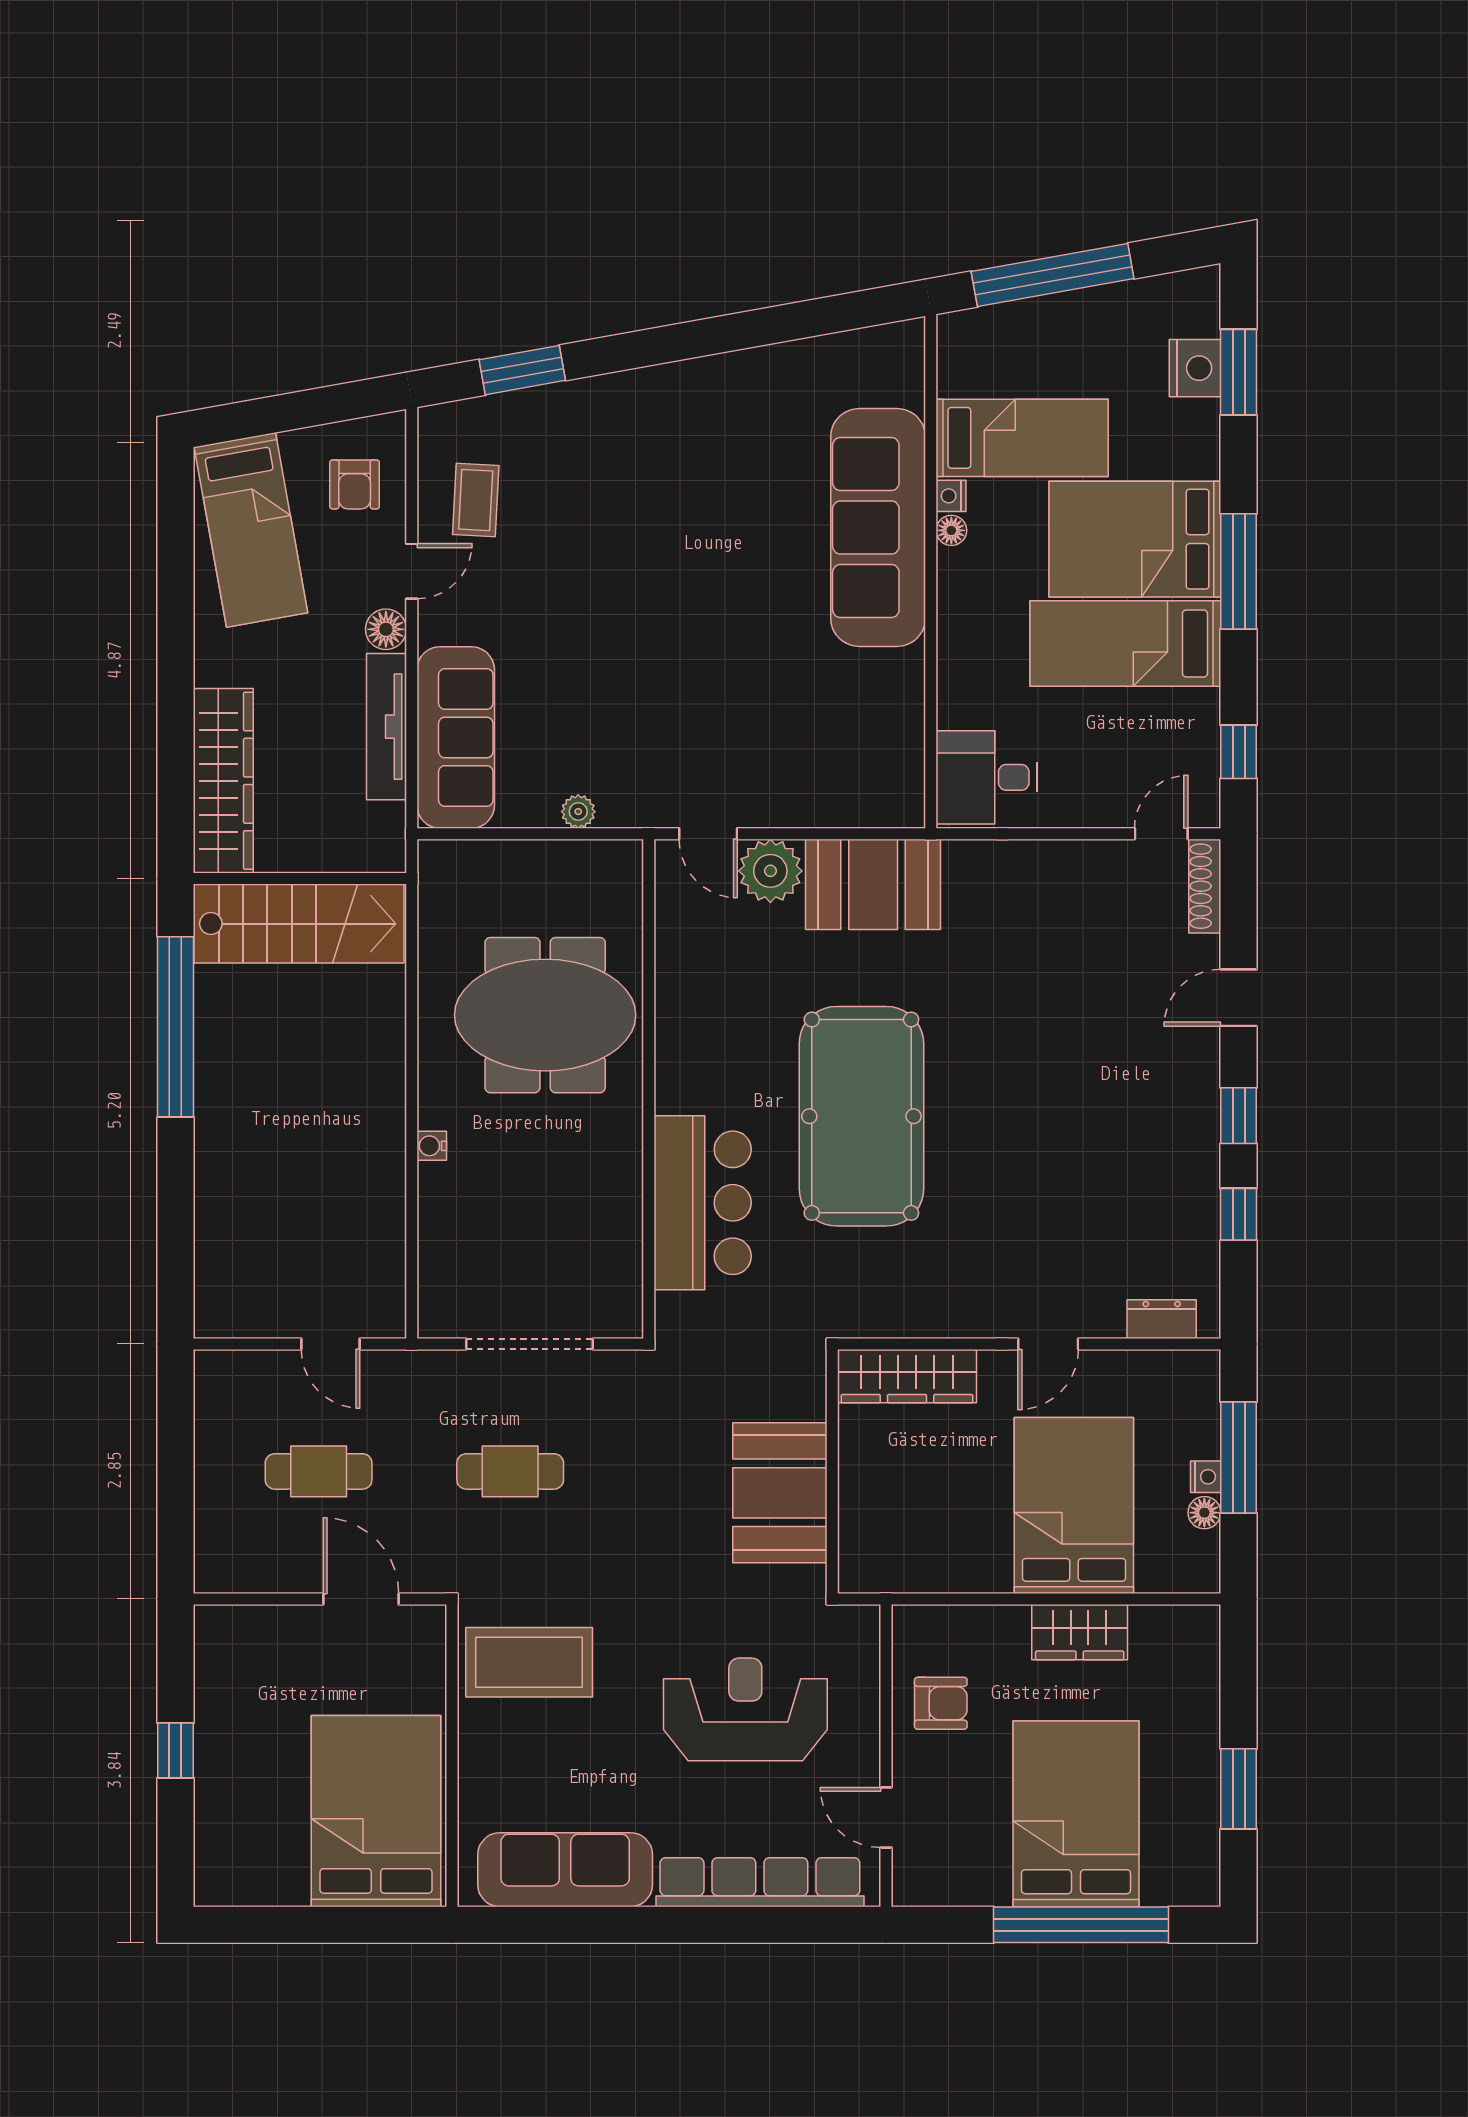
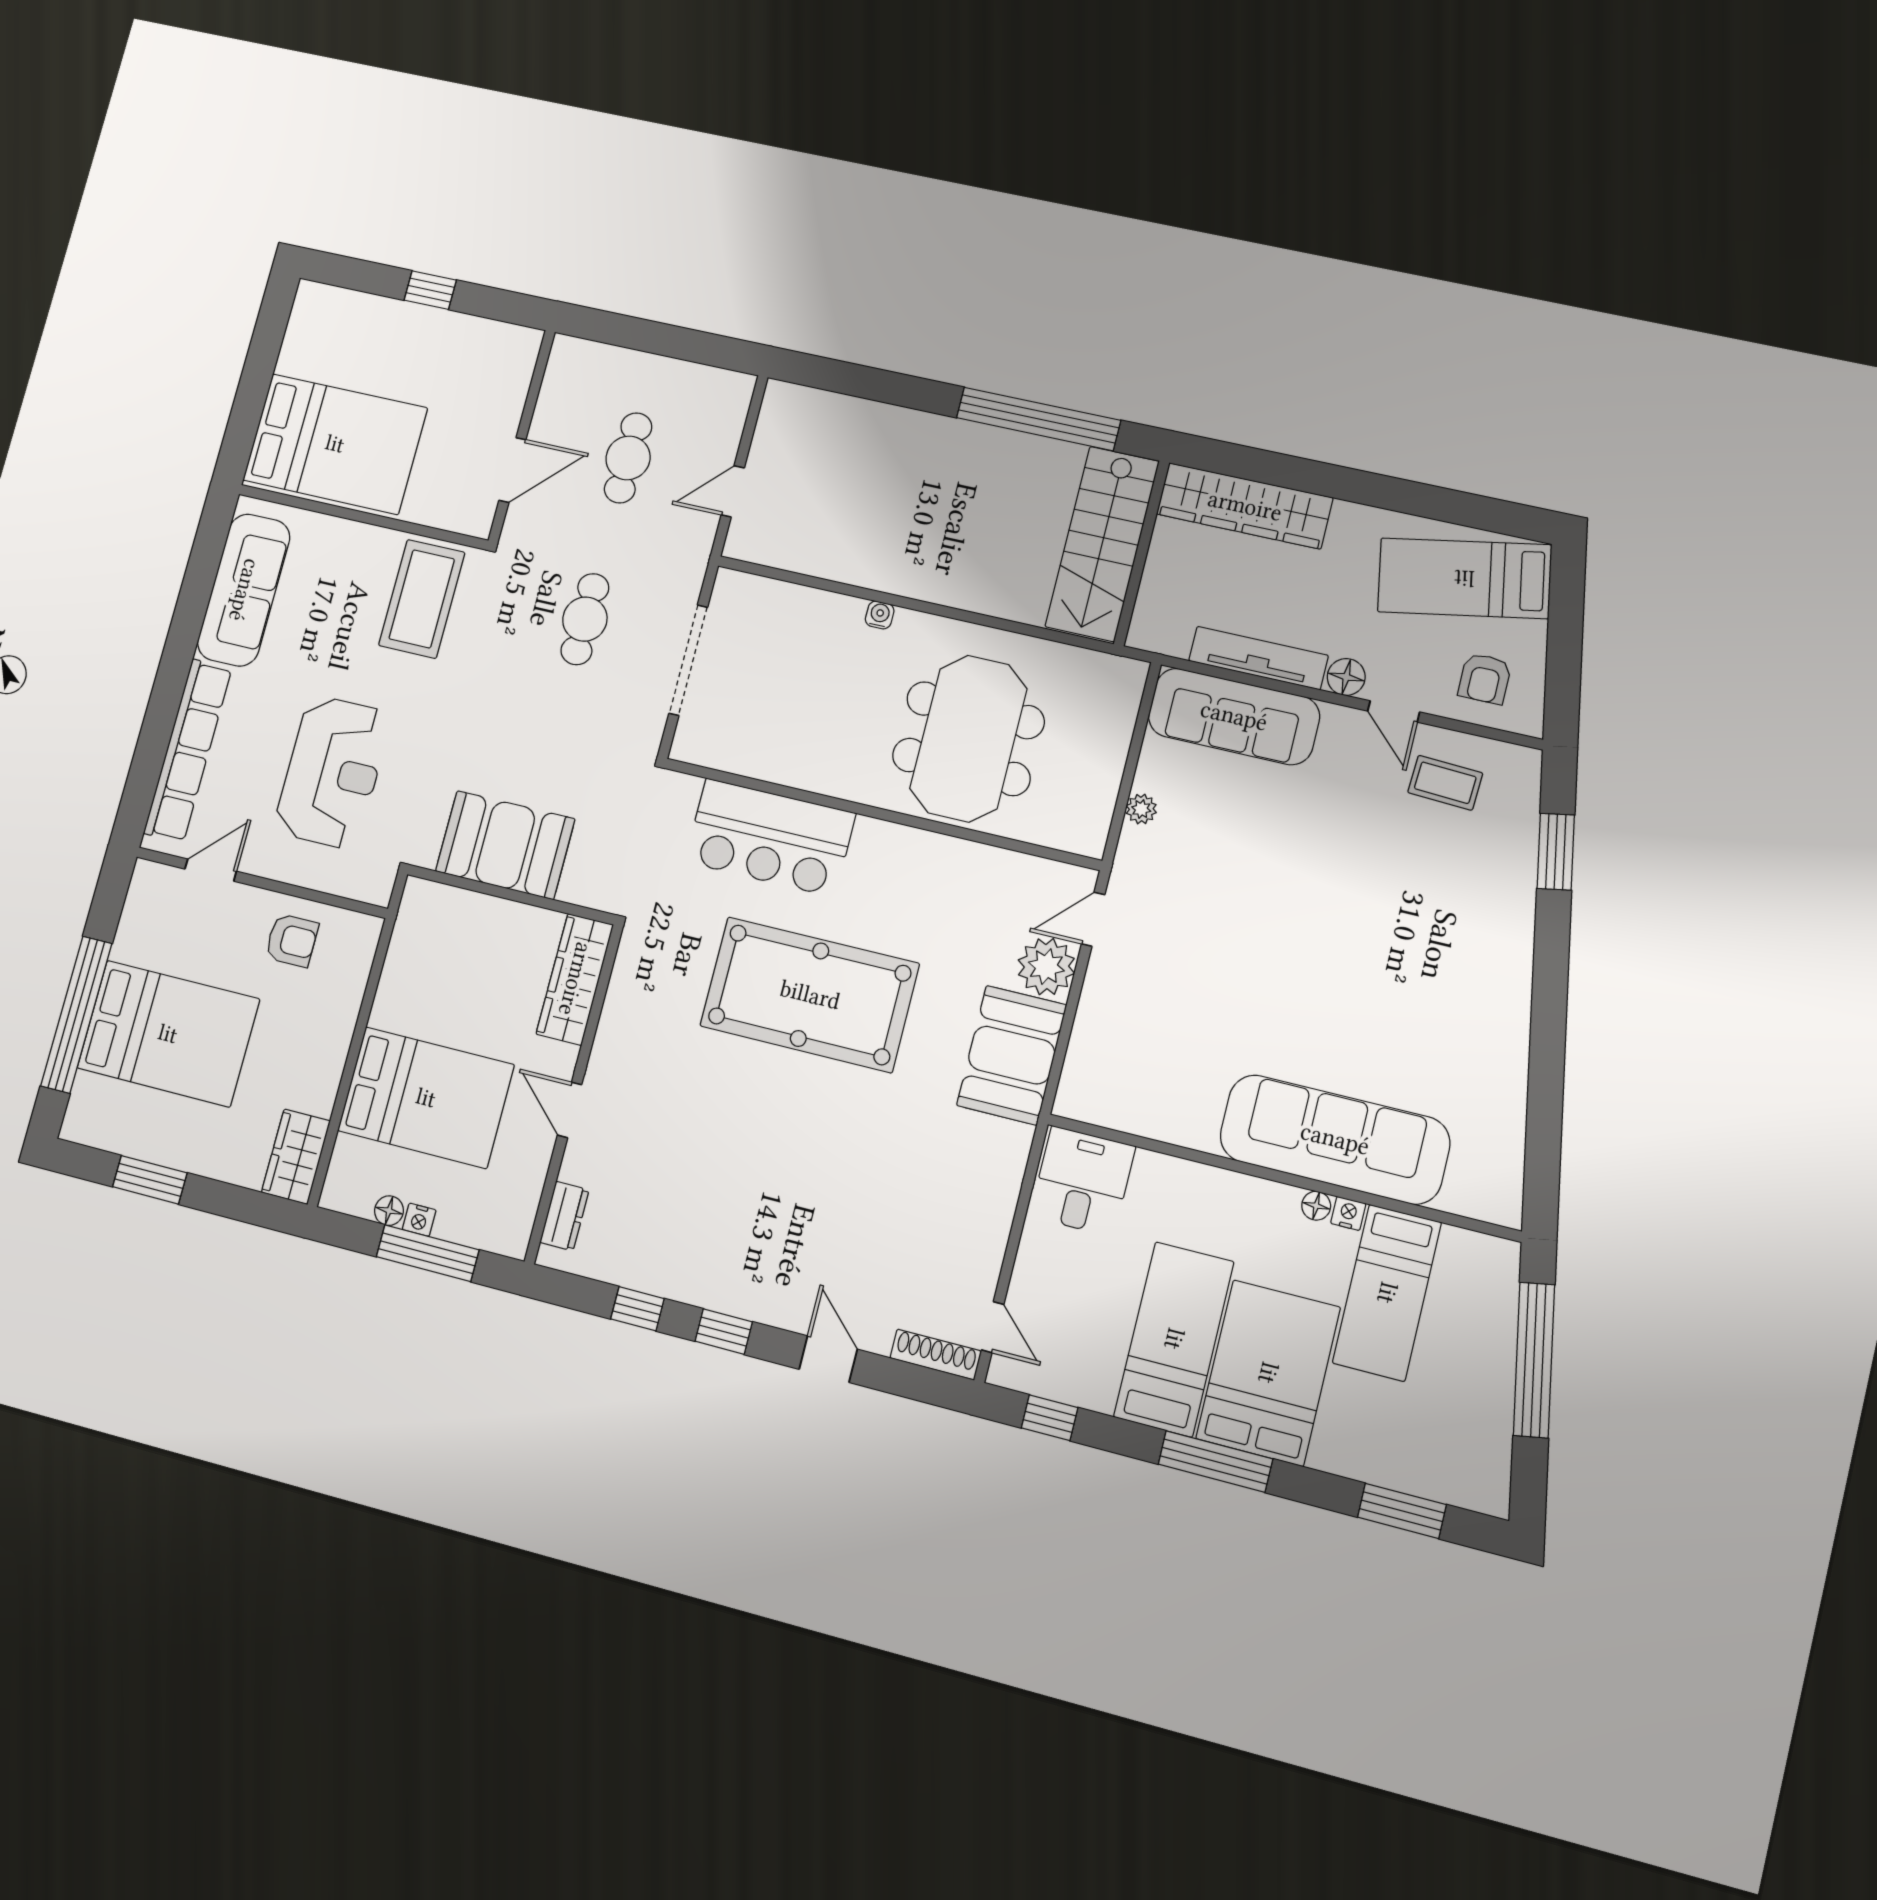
nightstand: (1195, 368) -> (1415, 1471), removed
armchair: (355, 484) -> (1485, 679), turned -90
wardrobe: (1080, 1632) -> (296, 1157), moved
armchair: (941, 1703) -> (292, 940), turned -90

